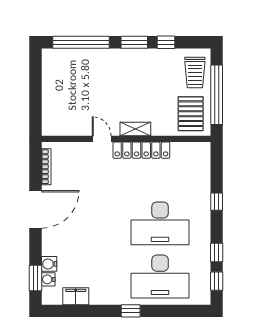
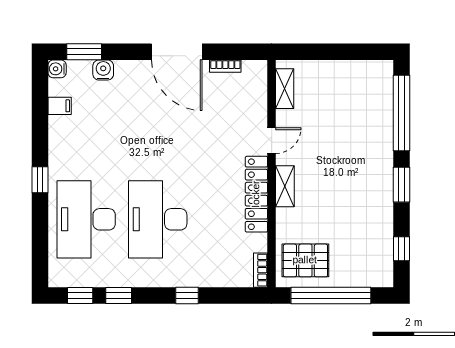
window: (166, 42) -> (402, 249), moved
trolley: (195, 72) -> (361, 266), removed
shelving: (63, 129) -> (285, 89), added
bookcase: (198, 147) -> (261, 270), added
bookcase: (46, 167) -> (225, 66), width x0.64
water cooler: (48, 279) -> (57, 69), moved, turned -90
filing cabinet: (76, 296) -> (60, 106), width x0.50

